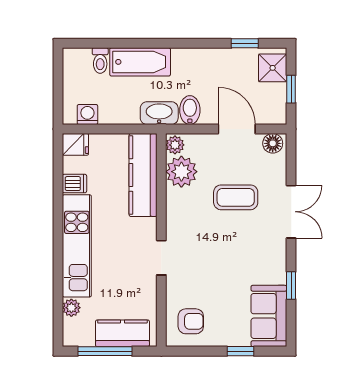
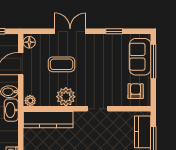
plant: (181, 172) -> (66, 97), moved
coffee table: (236, 197) -> (62, 64), turned 90
sofa: (269, 316) -> (140, 57), moved, turned 90
window: (240, 351) -> (153, 61), width x2.17

